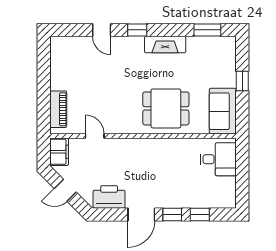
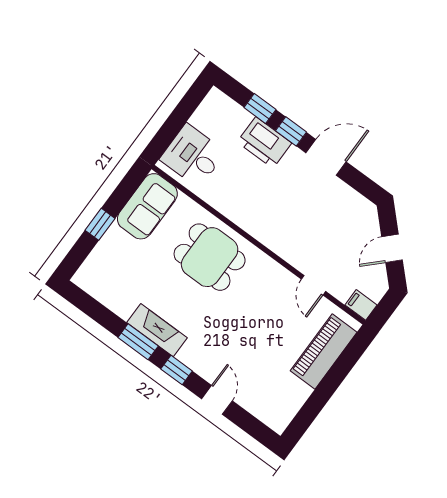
window: (207, 30) -> (138, 342), moved
piano: (58, 109) -> (324, 351), width x1.37, depth x1.33
filing cabinet: (59, 152) -> (361, 305), width x0.50
door: (65, 190) -> (392, 248), swing flipped
printer: (109, 197) -> (264, 143), moved

